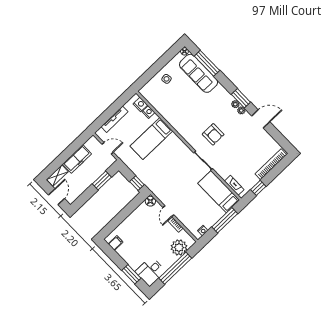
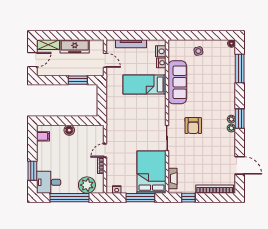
sofa: (199, 73) -> (177, 82), moved, turned 180
door: (261, 119) -> (240, 165), moved
window: (137, 183) -> (102, 107), removed
bed: (219, 192) -> (152, 172), width x1.50
floor lamp: (150, 201) -> (69, 130), moved

